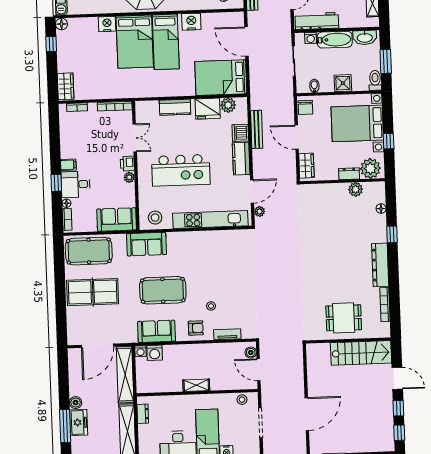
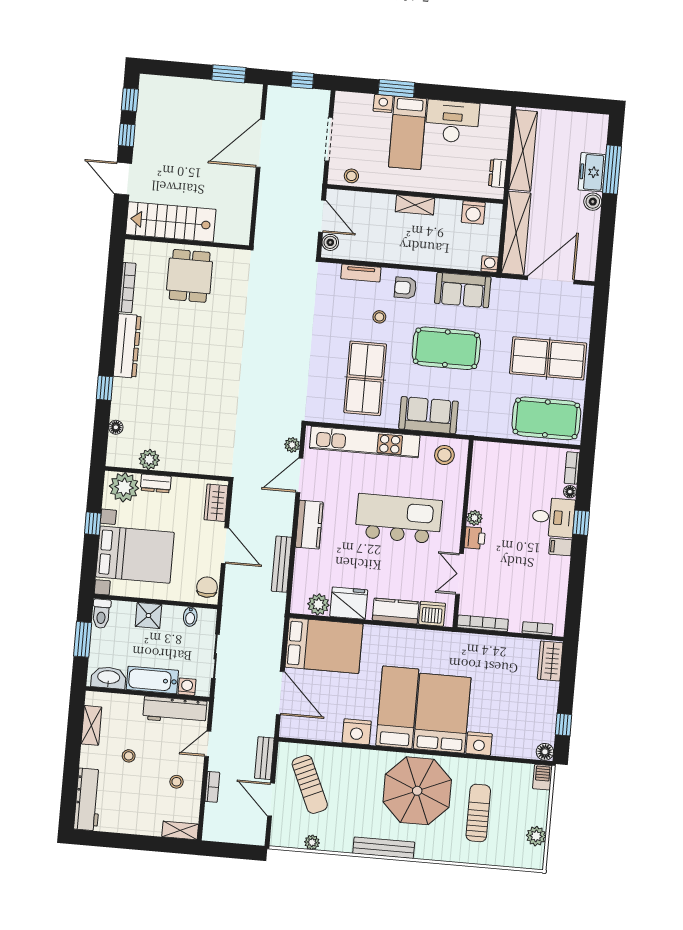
dishwasher: (240, 133) -> (432, 614), moved, turned -90
sofa: (117, 219) -> (500, 459), removed
sofa: (146, 244) -> (429, 415), moved
table tennis table: (215, 263) -> (365, 378), added
dining table: (344, 318) -> (190, 276), turned 90
washing machine: (155, 353) -> (473, 212), moved, turned 180

